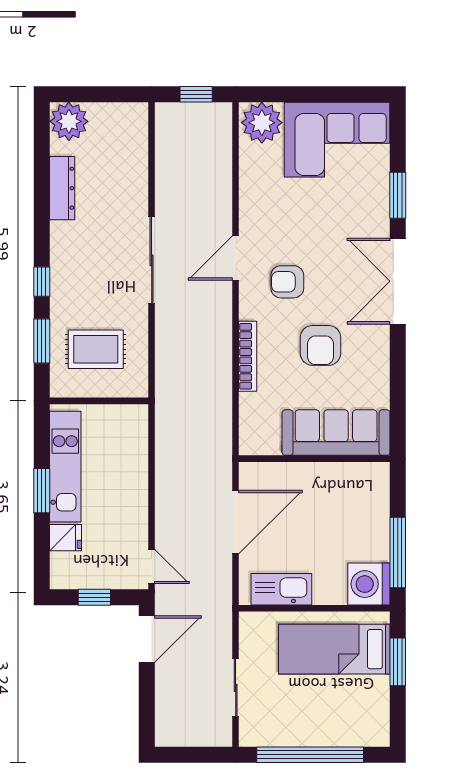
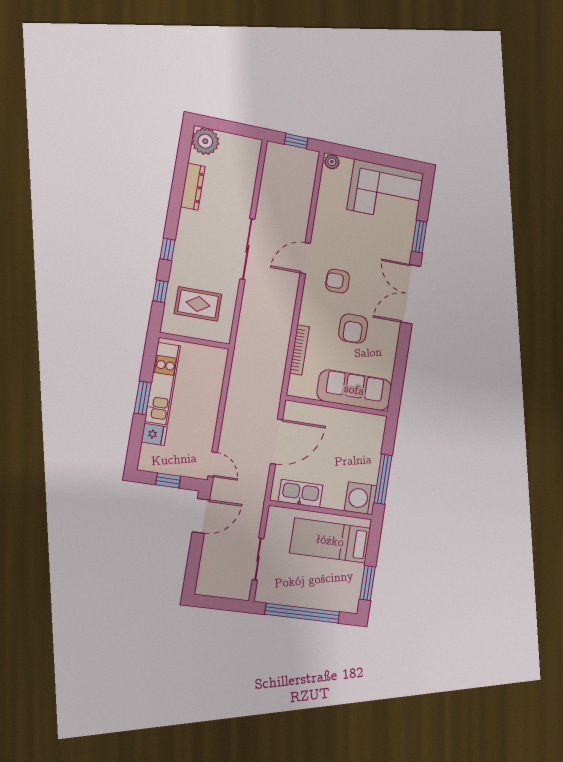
plant: (262, 123) -> (332, 162), width x0.53, depth x0.53
window: (42, 341) -> (160, 291), width x0.67
bookcase: (248, 356) -> (299, 350), moved
window: (398, 662) -> (368, 583), moved

